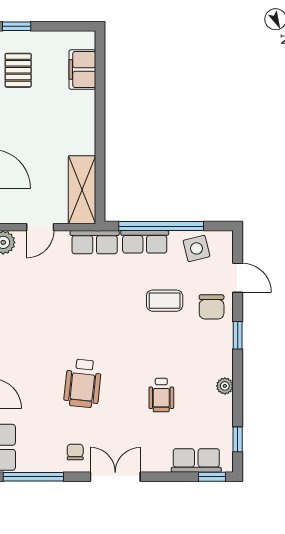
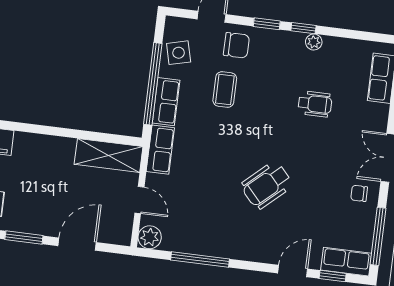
wheelchair: (83, 383) -> (267, 185), moved, turned 132
window: (238, 439) -> (303, 28), moved

